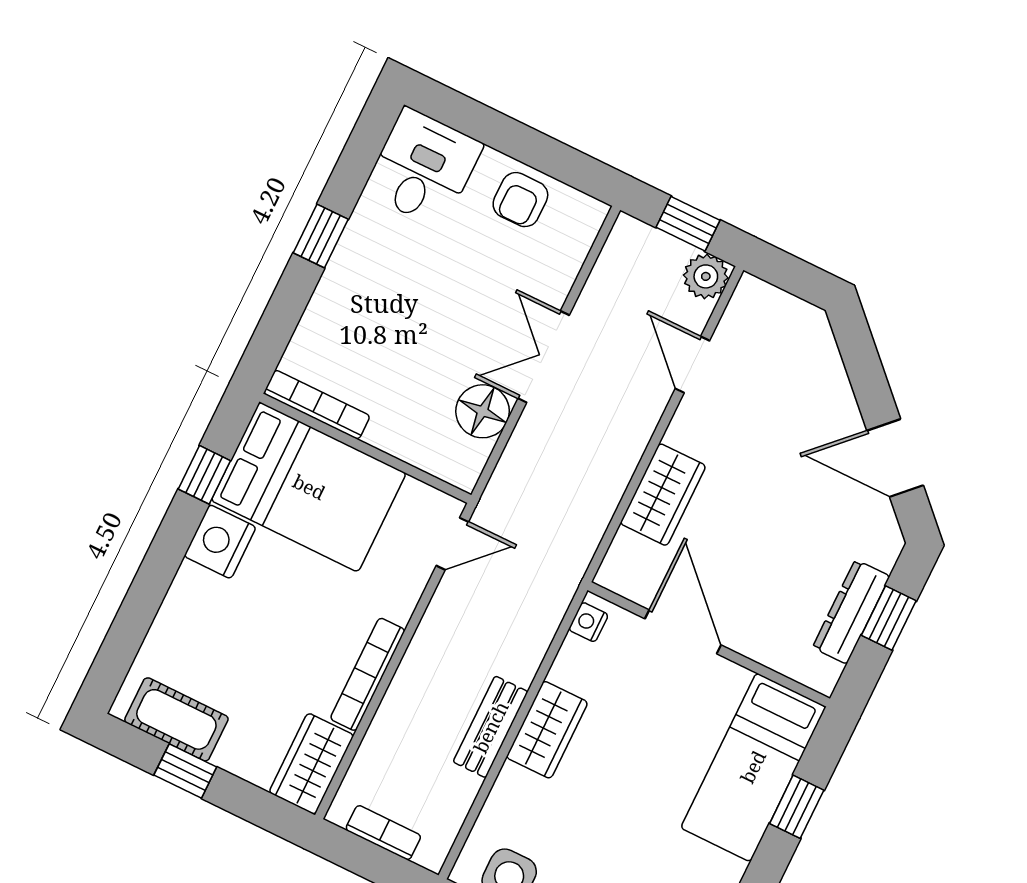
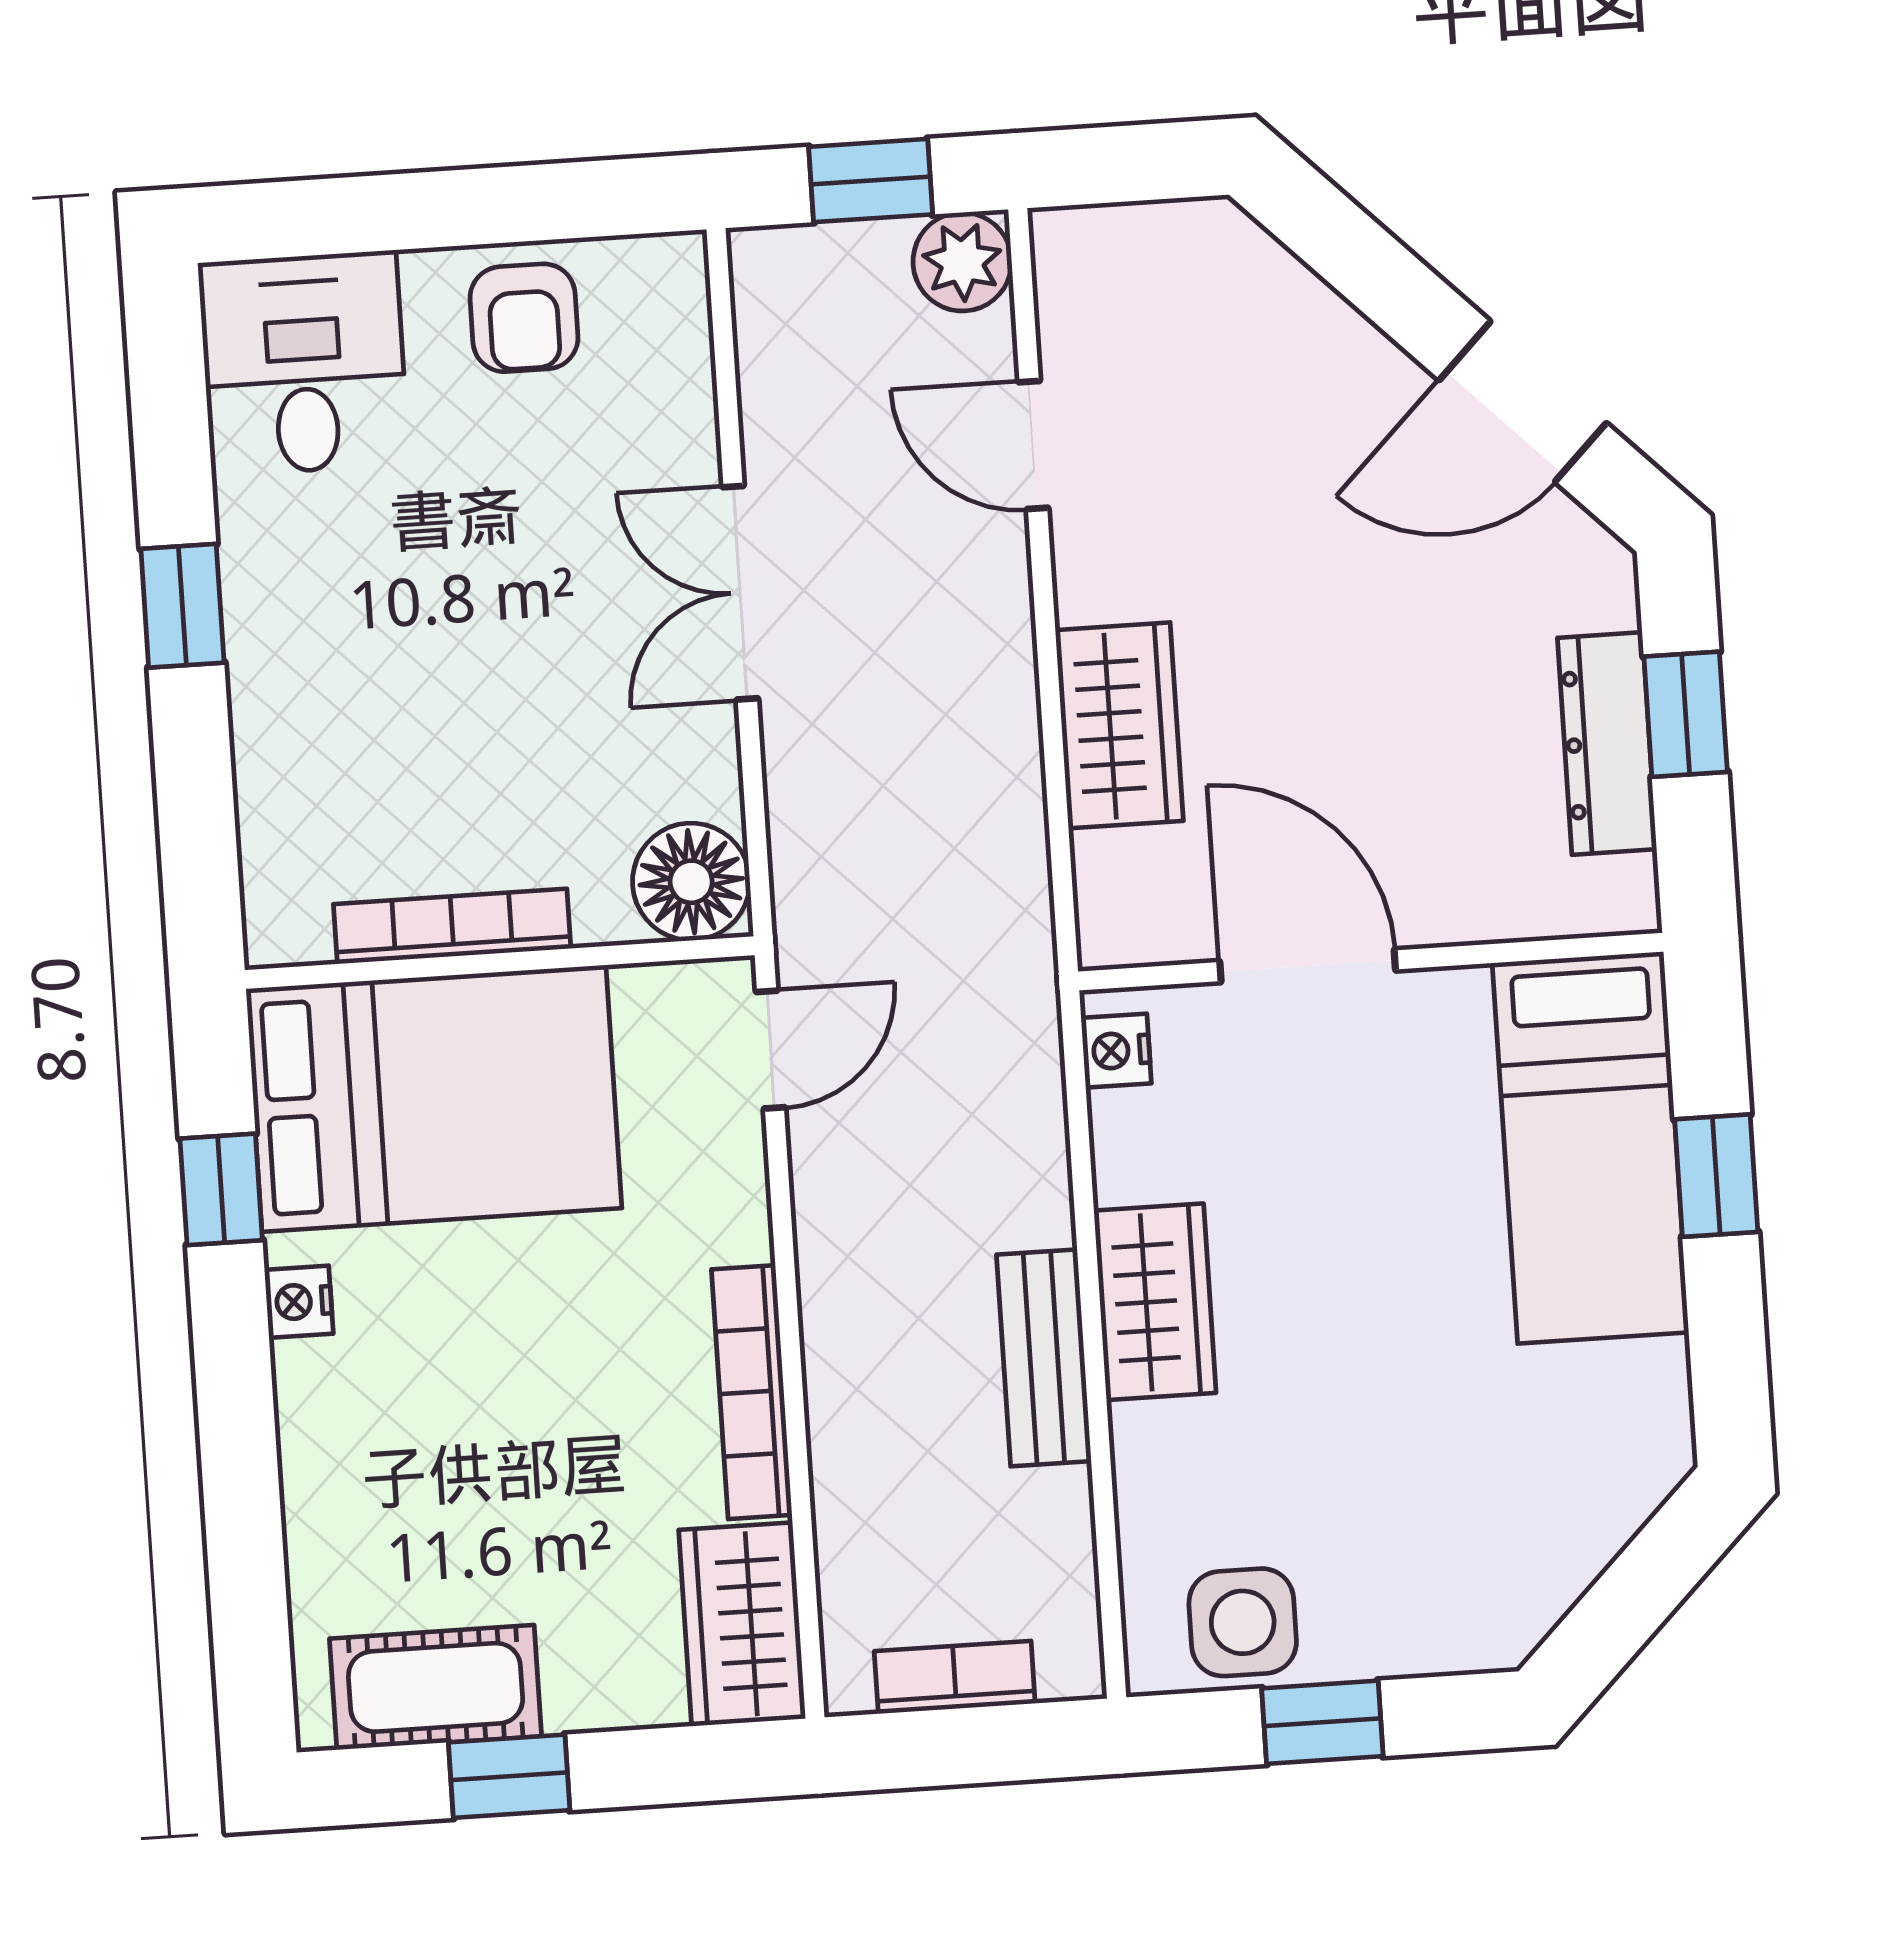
bookcase: (317, 405) -> (452, 926), moved
floor lamp: (483, 411) -> (691, 882), moved
nightstand: (220, 542) -> (299, 1302), width x0.53, depth x0.56

